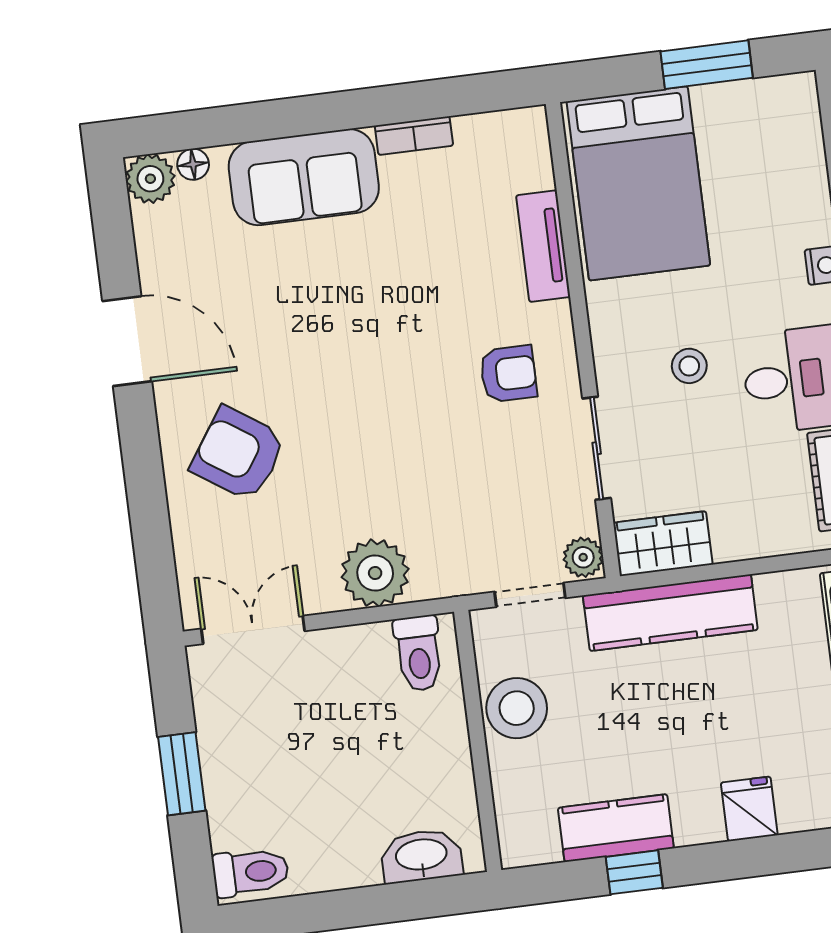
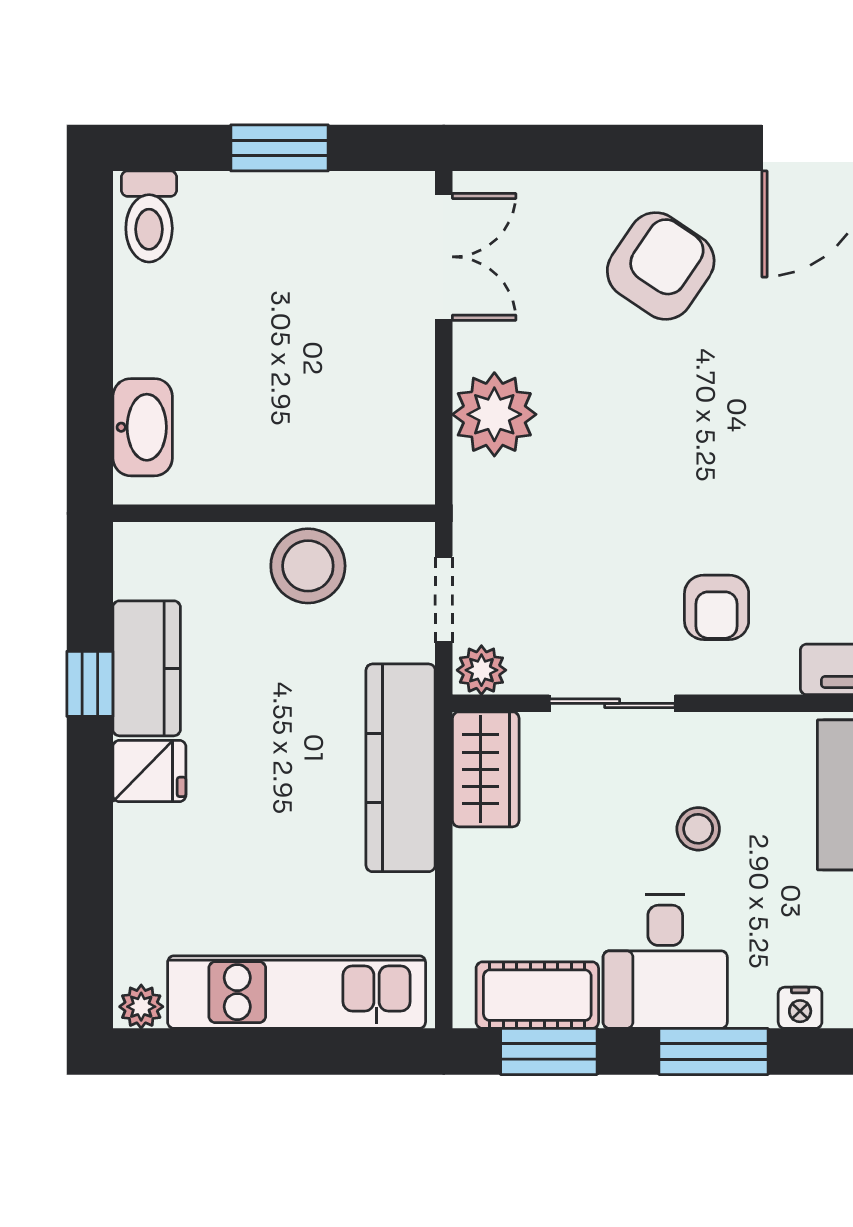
toilet: (418, 653) -> (390, 455), removed
fridge: (749, 809) -> (149, 771), moved

